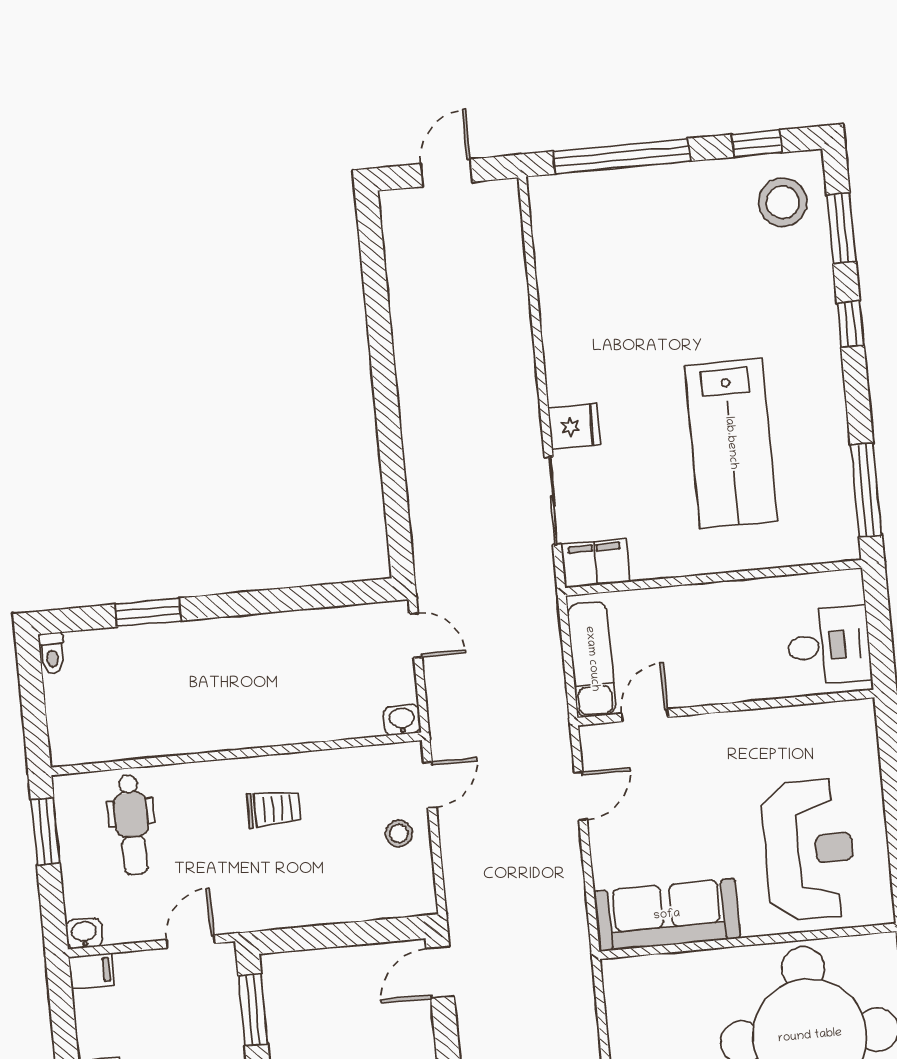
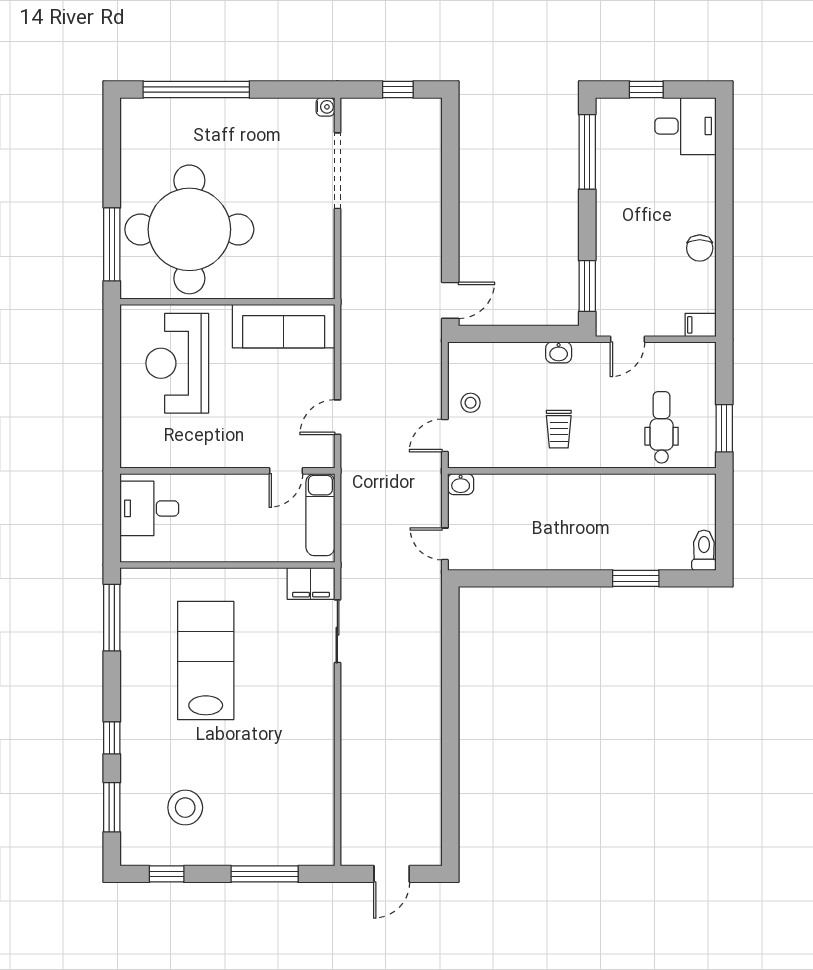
window: (622, 156) -> (265, 874), width x0.68
stool: (783, 202) -> (185, 808), moved
fridge: (574, 427) -> (317, 683), removed
toilet: (52, 653) -> (704, 550), width x1.37, depth x1.39
trolley: (274, 809) -> (559, 429), turned -90
washbasin: (84, 933) -> (559, 352), moved

